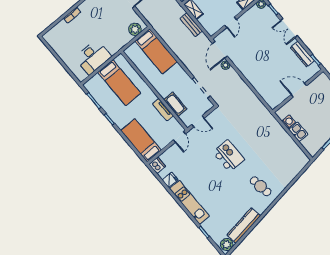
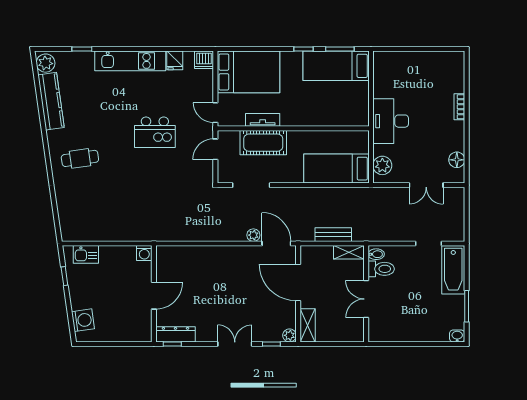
door: (231, 22) -> (298, 282), width x1.88
dresser: (302, 54) -> (175, 334), moved
desk: (93, 57) -> (391, 121), moved
bed: (119, 83) -> (336, 66), moved
cot: (175, 104) -> (263, 143), width x1.37, depth x1.34
washing machine: (288, 122) -> (144, 253), moved
kitchen sink: (298, 132) -> (86, 254), moved
bed: (141, 140) -> (248, 72), width x1.50
kitchen island: (229, 156) -> (155, 132), moved

